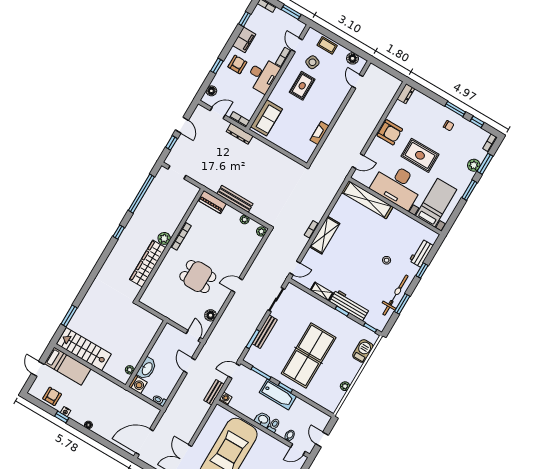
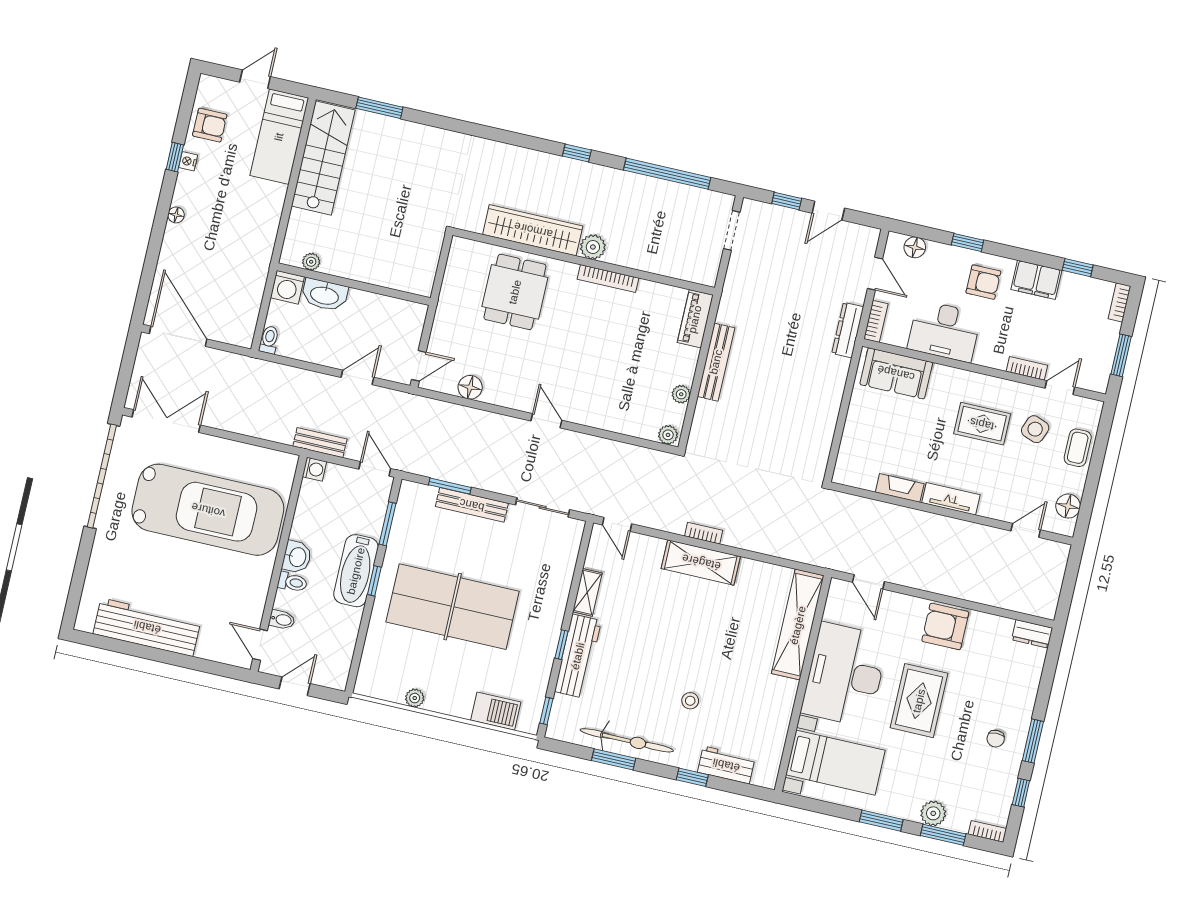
desk: (263, 75) -> (944, 331), moved
tv unit: (332, 111) -> (951, 499), added
armchair: (390, 132) -> (945, 626), turned 90
dining table: (198, 277) -> (515, 292), moved

